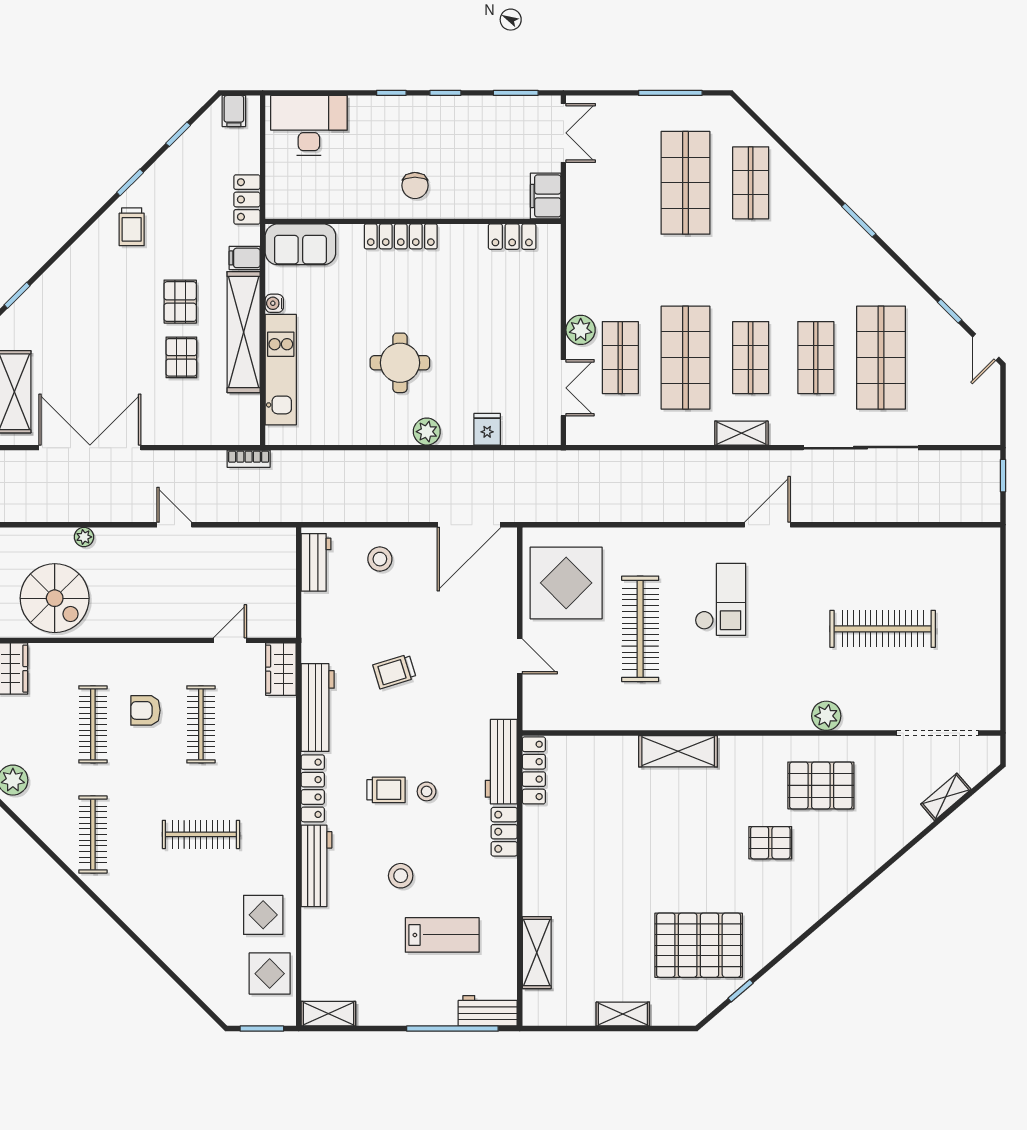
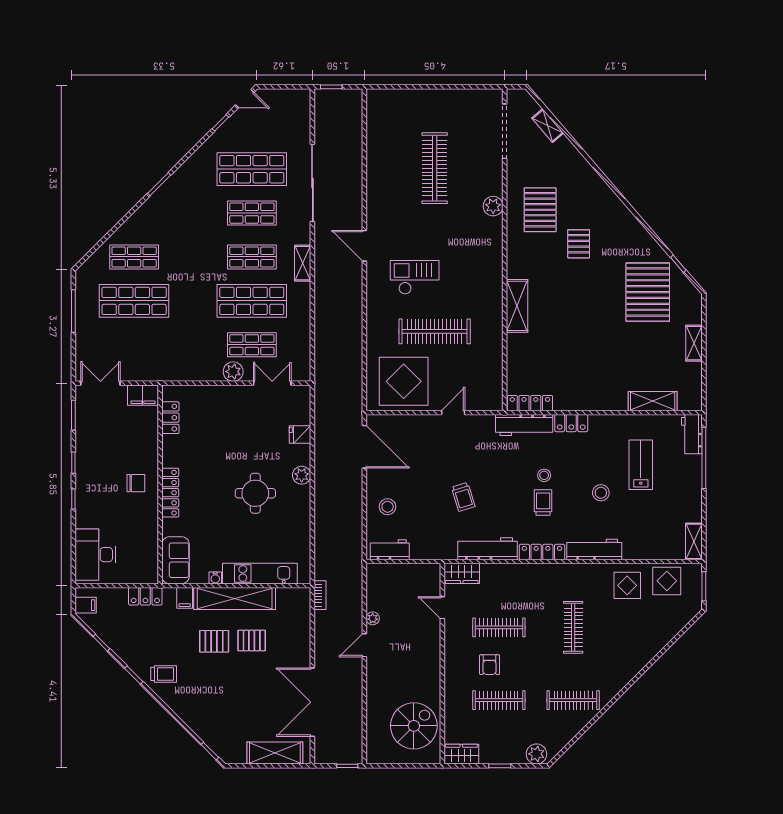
plant: (84, 537) -> (373, 618), moved

